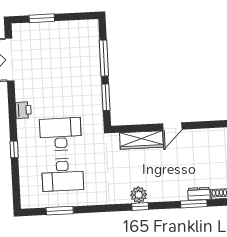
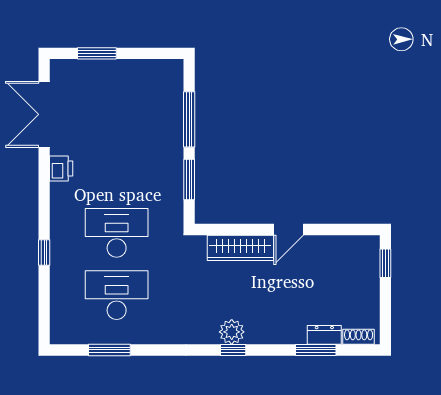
printer: (23, 110) -> (61, 169), moved
desk: (63, 175) -> (117, 295), turned 180

